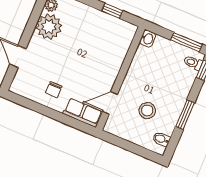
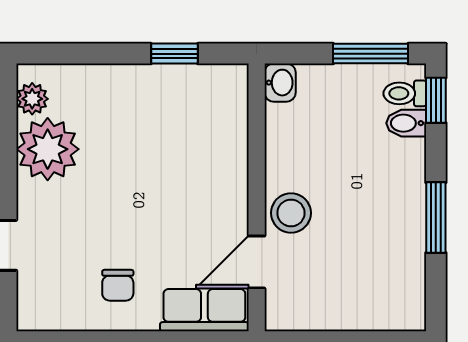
stool: (147, 111) -> (291, 213), moved
bidet: (161, 139) -> (406, 123), moved

